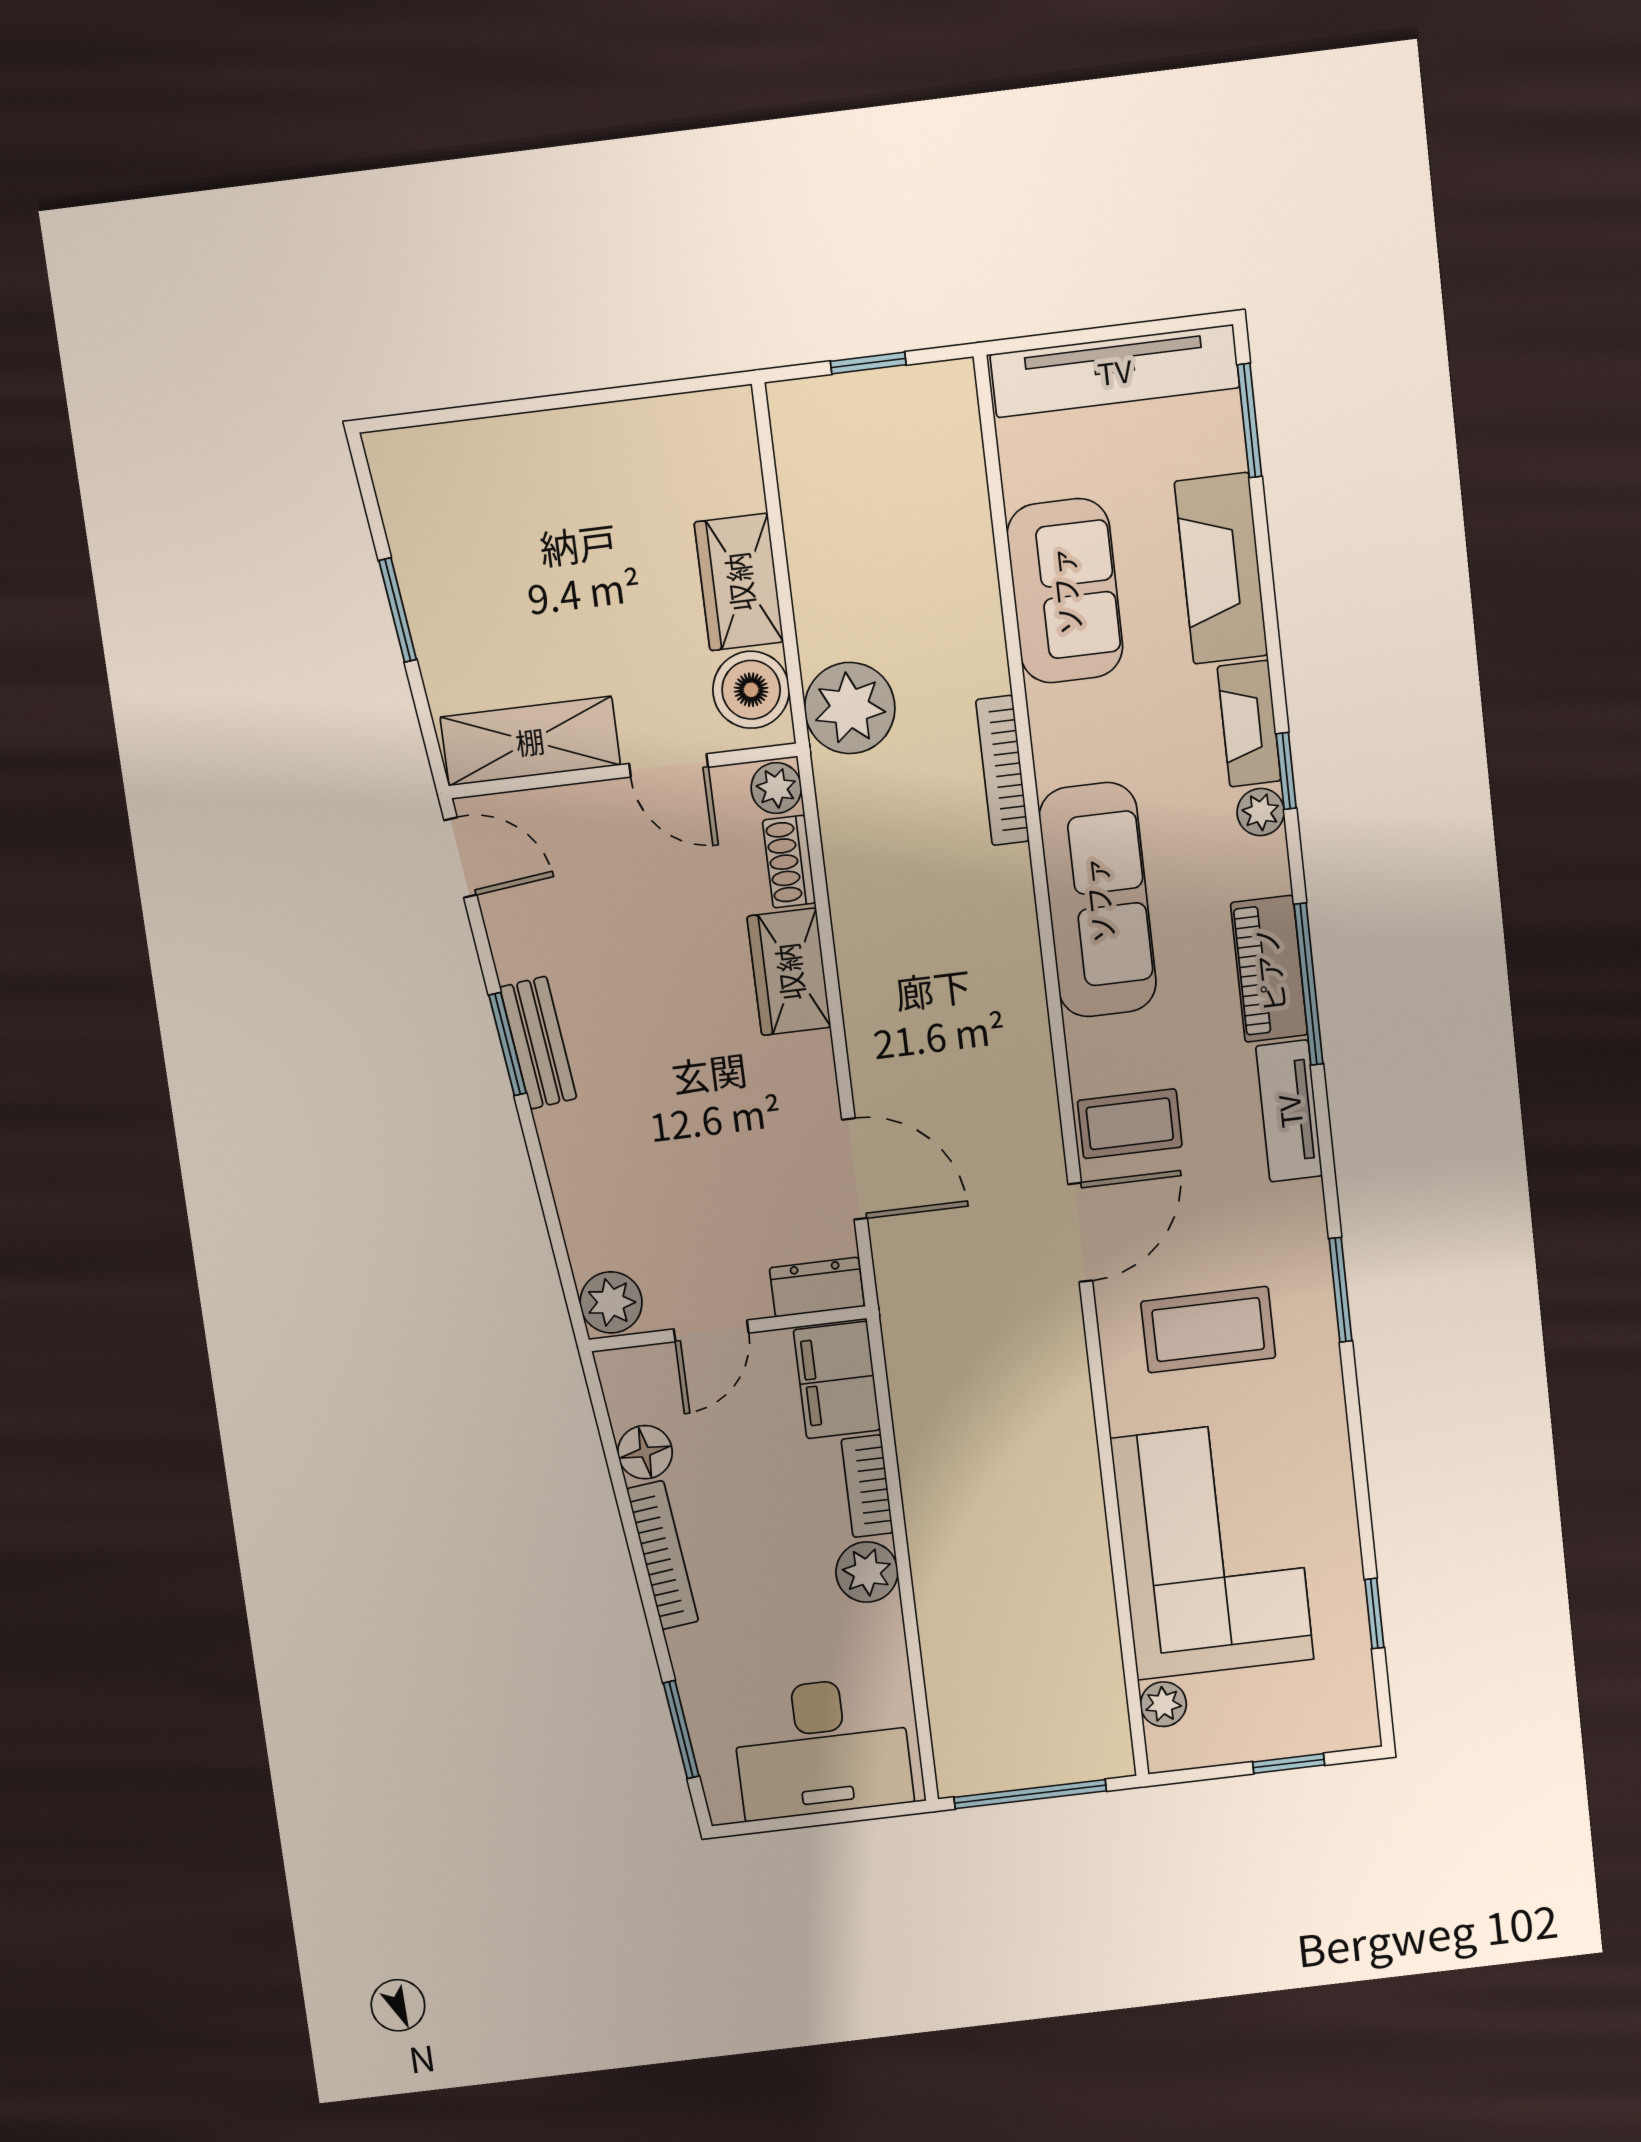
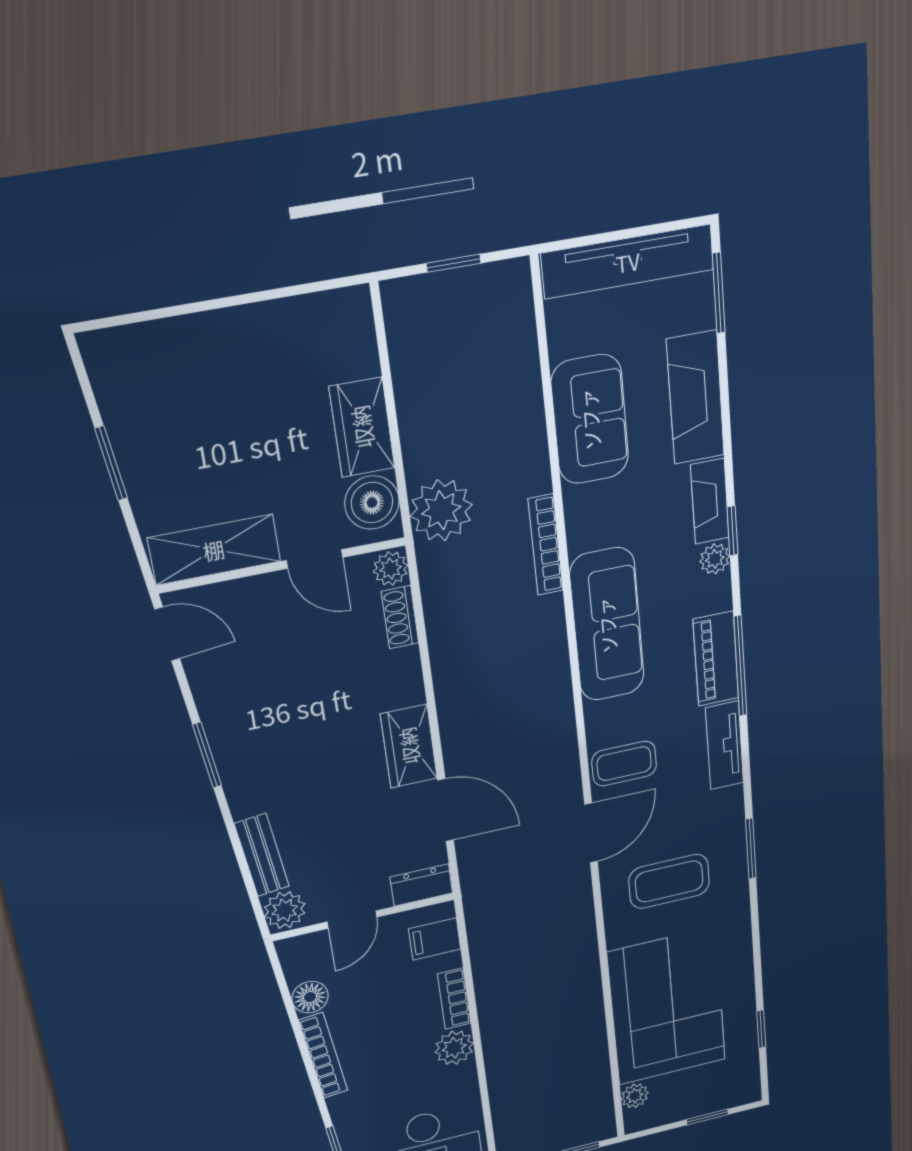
wardrobe: (789, 972) -> (409, 746), moved
bench: (538, 1043) -> (262, 855), moved
filing cabinet: (837, 1380) -> (435, 939), width x0.50

